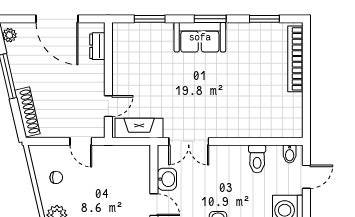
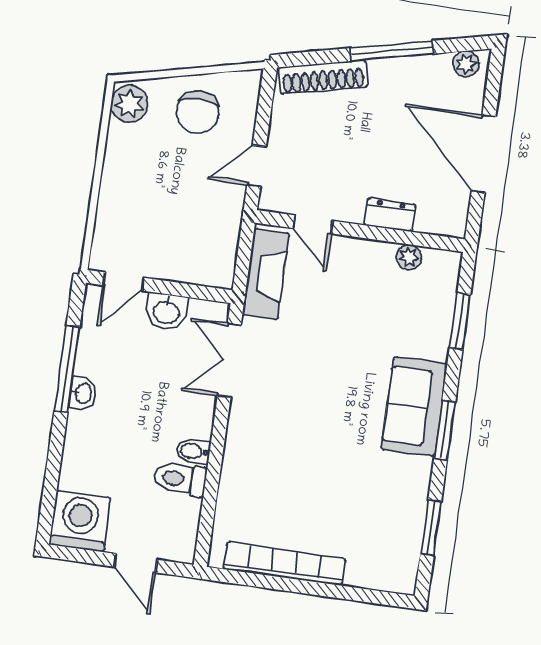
door: (57, 19) -> (483, 154), hinge flipped
dresser: (97, 46) -> (390, 215), moved
plant: (119, 52) -> (409, 257), added
bookcase: (295, 59) -> (284, 564), moved
bidet: (290, 154) -> (193, 451), moved
chair: (56, 177) -> (198, 112), width x1.87, depth x1.87

